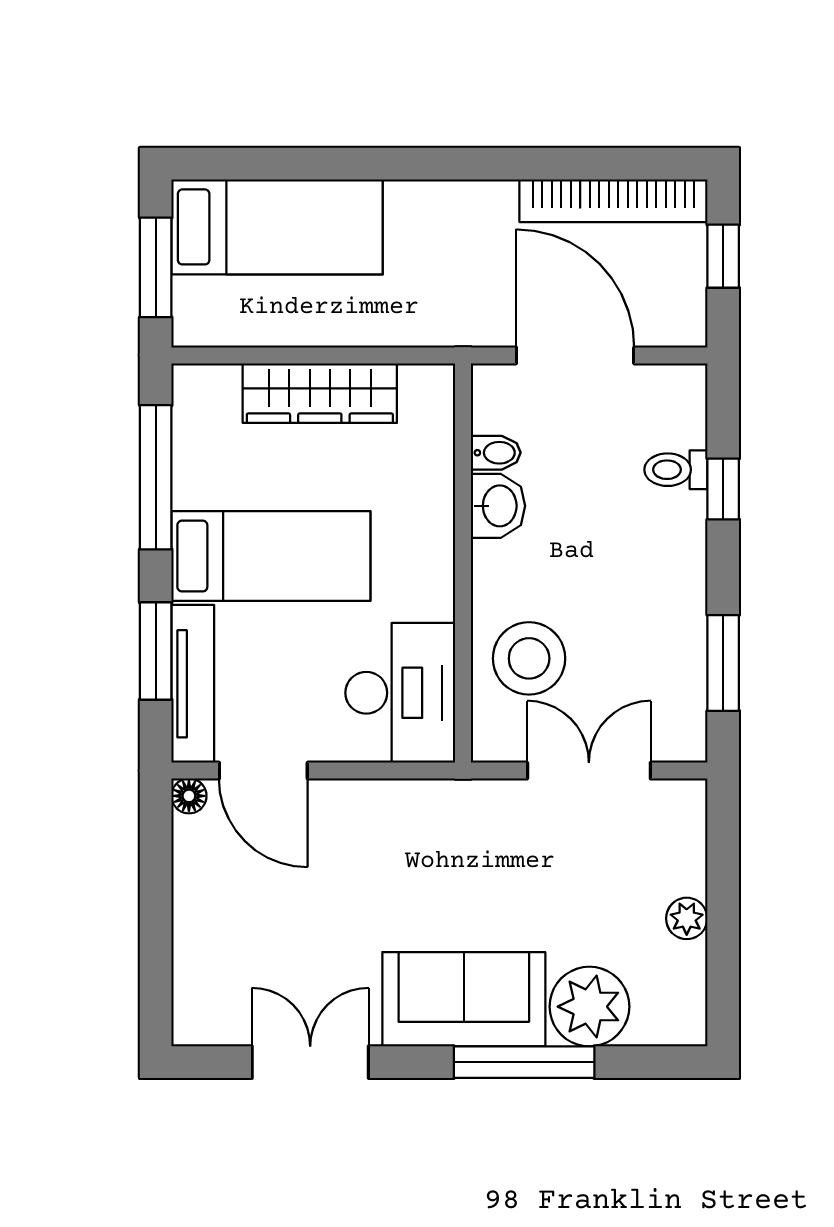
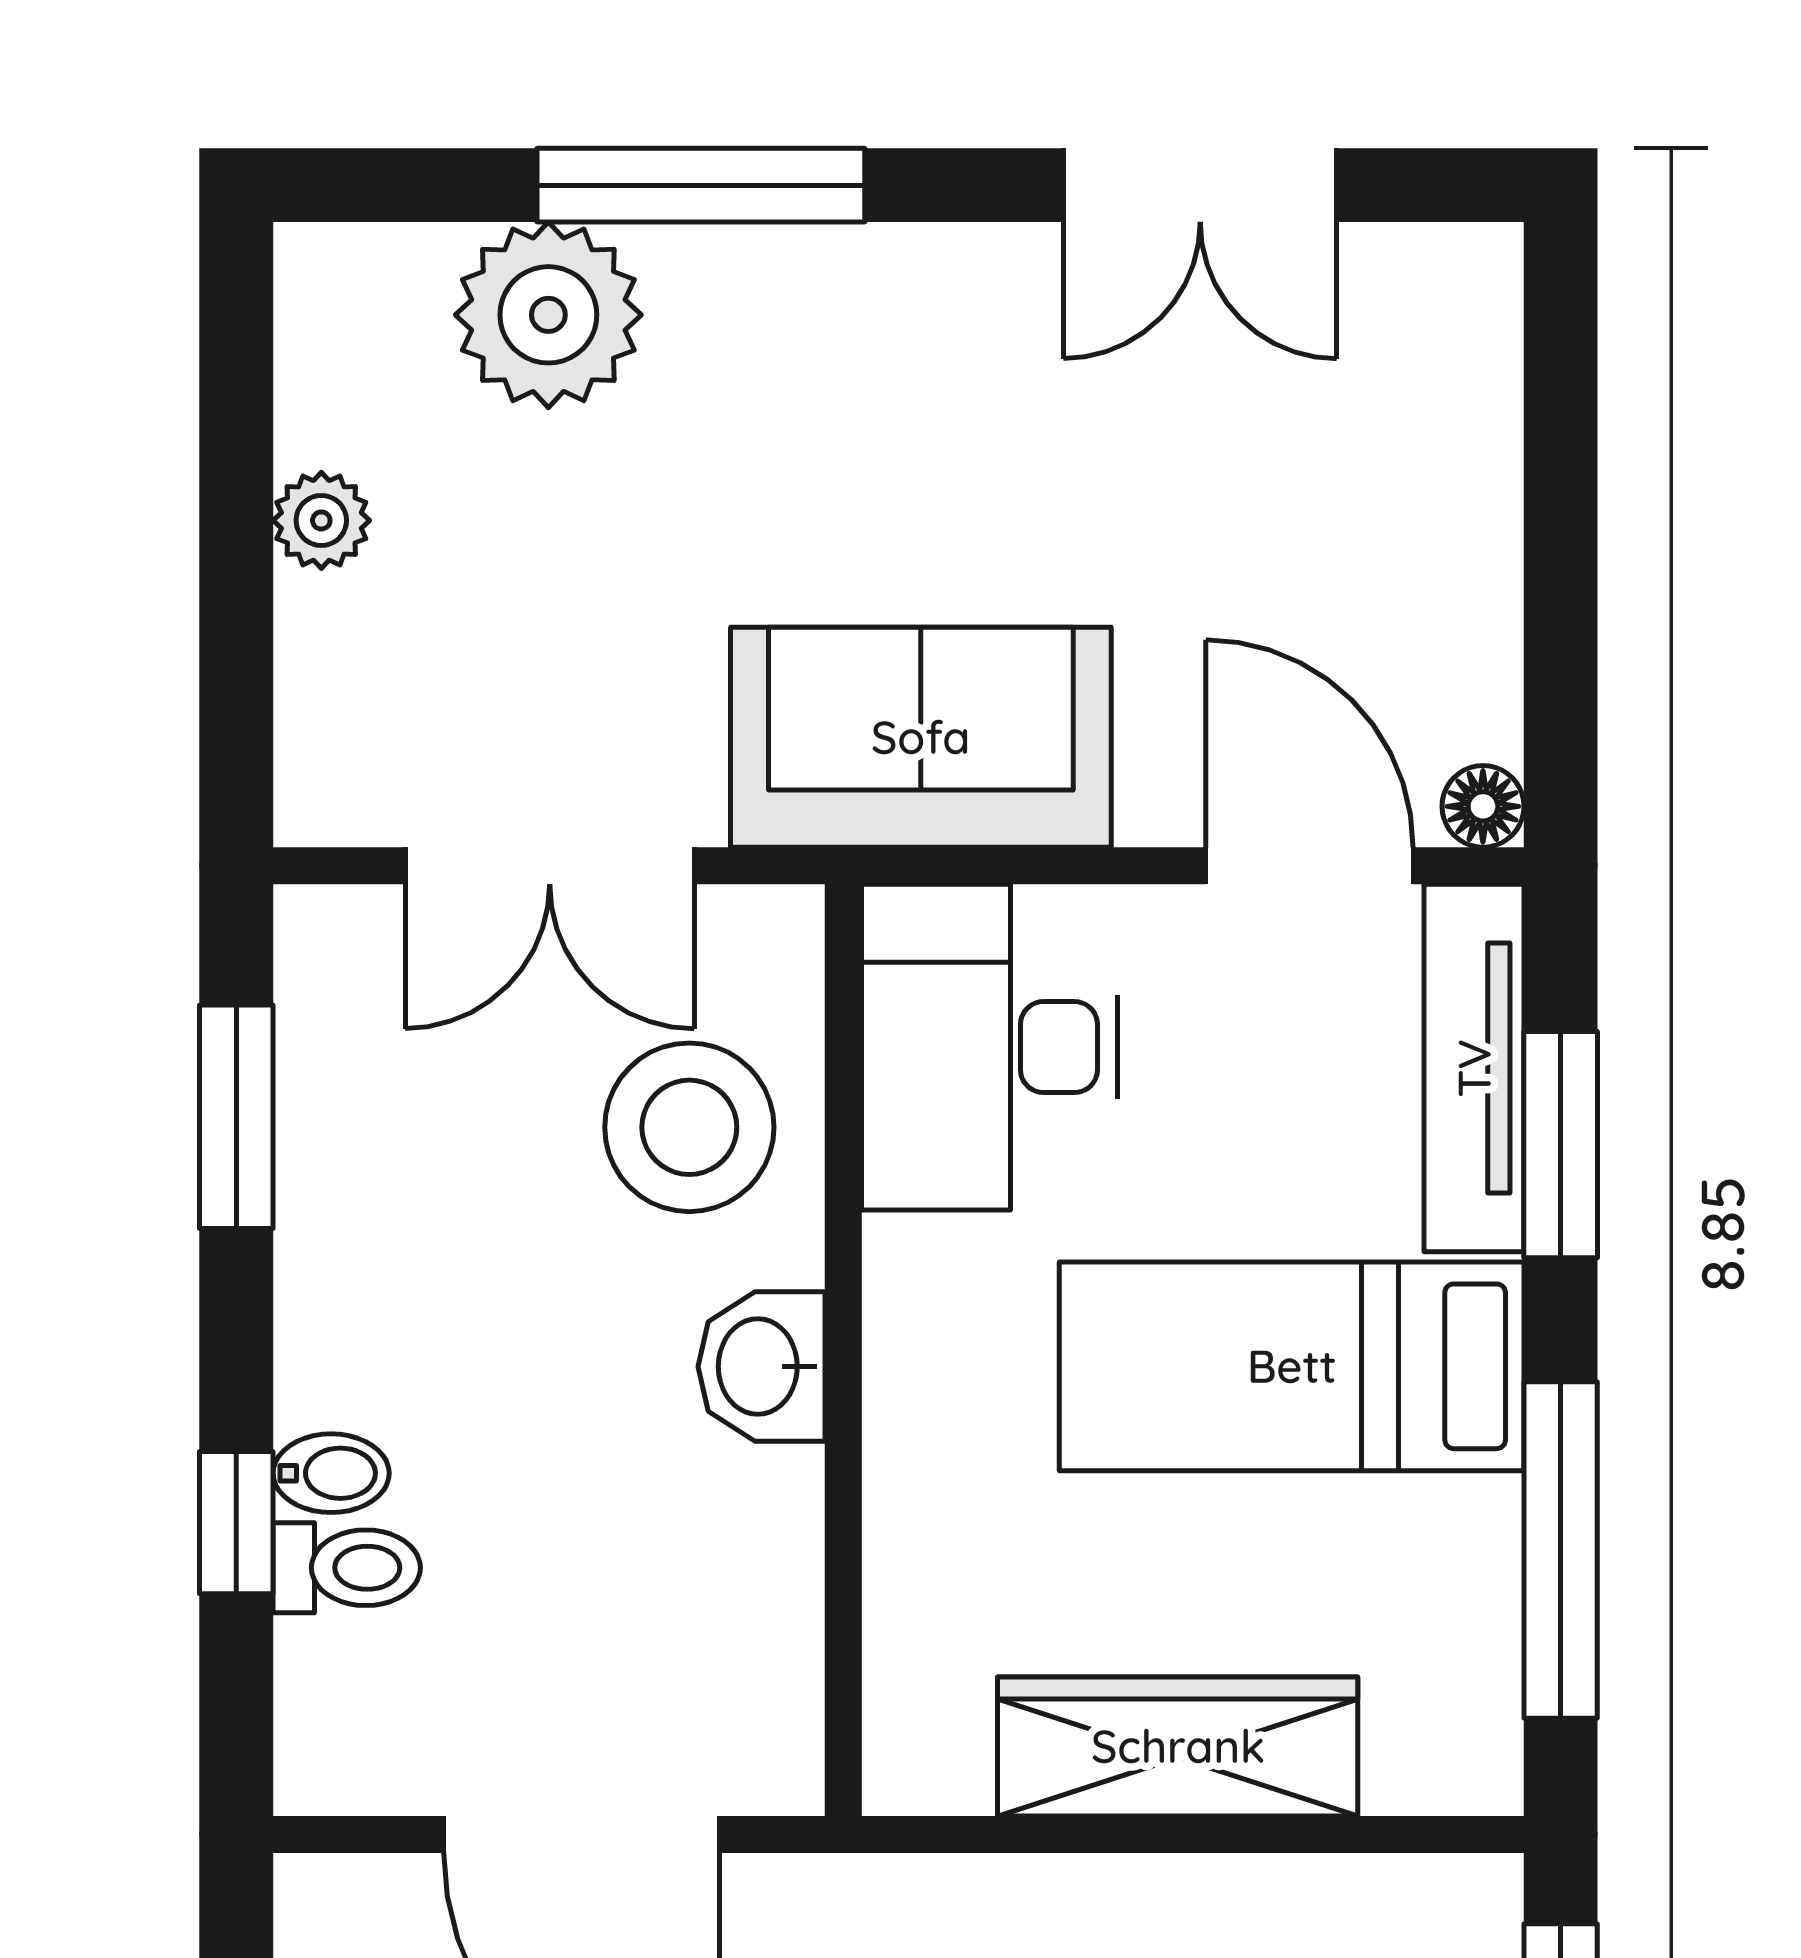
bidet: (496, 453) -> (331, 1473), moved, turned 180
washbasin: (498, 506) -> (762, 1367), moved
sofa: (464, 999) -> (921, 737), moved, turned 180

